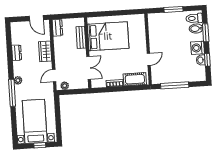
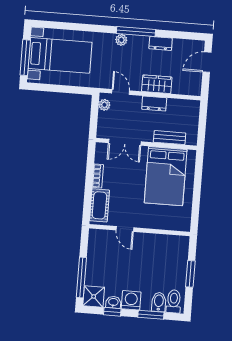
door: (36, 18) -> (207, 62), moved
dresser: (57, 28) -> (154, 104), moved
shower: (199, 74) -> (94, 296), added
window: (175, 85) -> (81, 277), moved
window: (12, 93) -> (136, 31), moved
window: (40, 145) -> (25, 58), width x2.17

